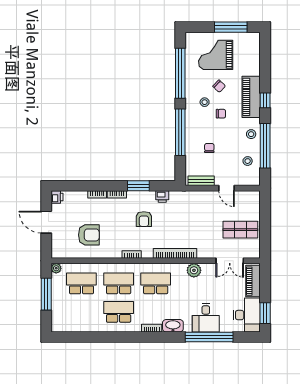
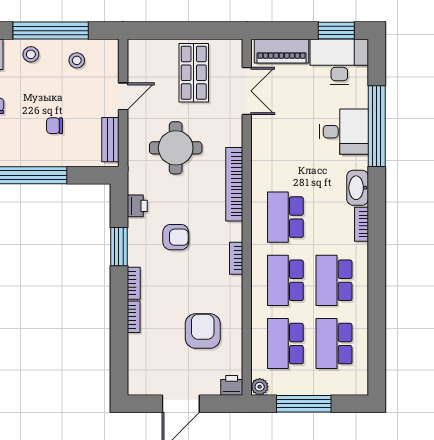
printer: (57, 197) -> (232, 385), moved
round table: (196, 219) -> (176, 148), added
plant: (194, 270) -> (263, 152), removed
school desk: (81, 312) -> (334, 344), added

